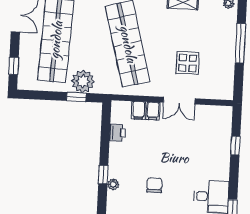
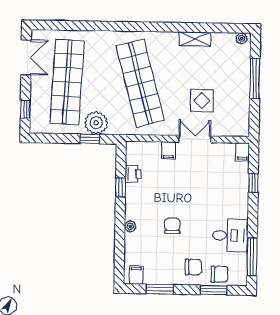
double door: (179, 101) -> (195, 139), swing flipped
filing cabinet: (139, 110) -> (242, 152), moved
window: (103, 175) -> (121, 187), moved

